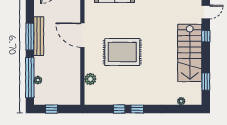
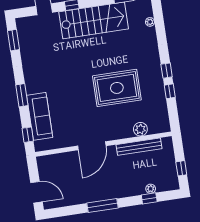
bench: (39, 36) -> (139, 147), moved
rug: (122, 52) -> (117, 88), moved, turned 90
window: (30, 78) -> (149, 198), width x0.32

